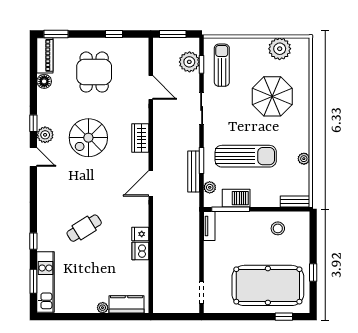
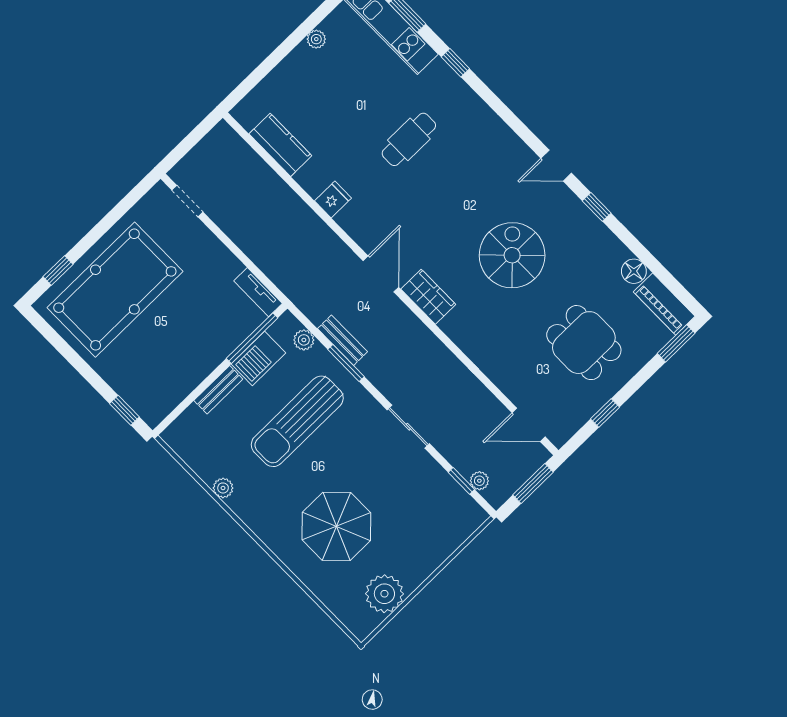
plant: (189, 62) -> (479, 481), width x0.53, depth x0.53
sun lounger: (222, 65) -> (436, 504), removed
door: (151, 88) -> (529, 425), moved
plant: (45, 135) -> (569, 207), removed
wardrobe: (140, 138) -> (428, 297), moved
bench: (194, 171) -> (342, 340), width x0.73
bench: (295, 202) -> (218, 390), moved
cafe table: (84, 228) -> (409, 139), turned 32
stool: (278, 228) -> (171, 371), removed
dishwasher: (140, 251) -> (313, 179), removed
window: (313, 273) -> (124, 410), moved
kitchen counter: (127, 304) -> (280, 145), moved, turned -90
plant: (103, 308) -> (316, 39), moved

